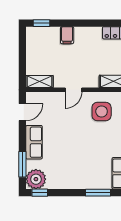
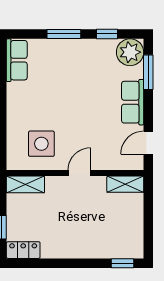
filing cabinet: (67, 35) -> (88, 247), removed
window: (40, 193) -> (107, 34), moved
window: (98, 193) -> (64, 34), moved

